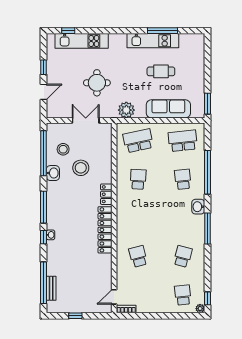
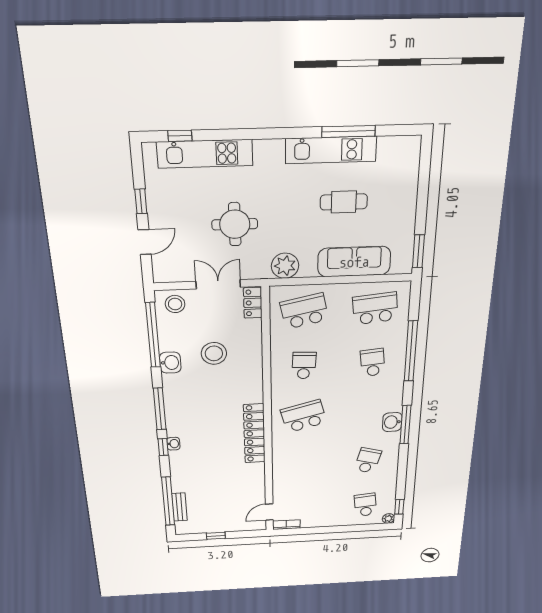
stool: (63, 149) -> (175, 304), moved
locker: (106, 194) -> (253, 303), moved
washbasin: (198, 207) -> (392, 422), moved
school desk: (138, 256) -> (304, 416), moved, width x1.85

